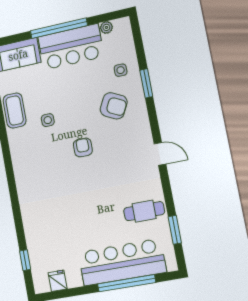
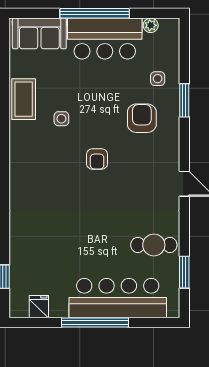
armchair: (114, 106) -> (142, 118), turned -117
armchair: (83, 147) -> (97, 159), turned 180
window: (127, 283) -> (95, 323), moved

